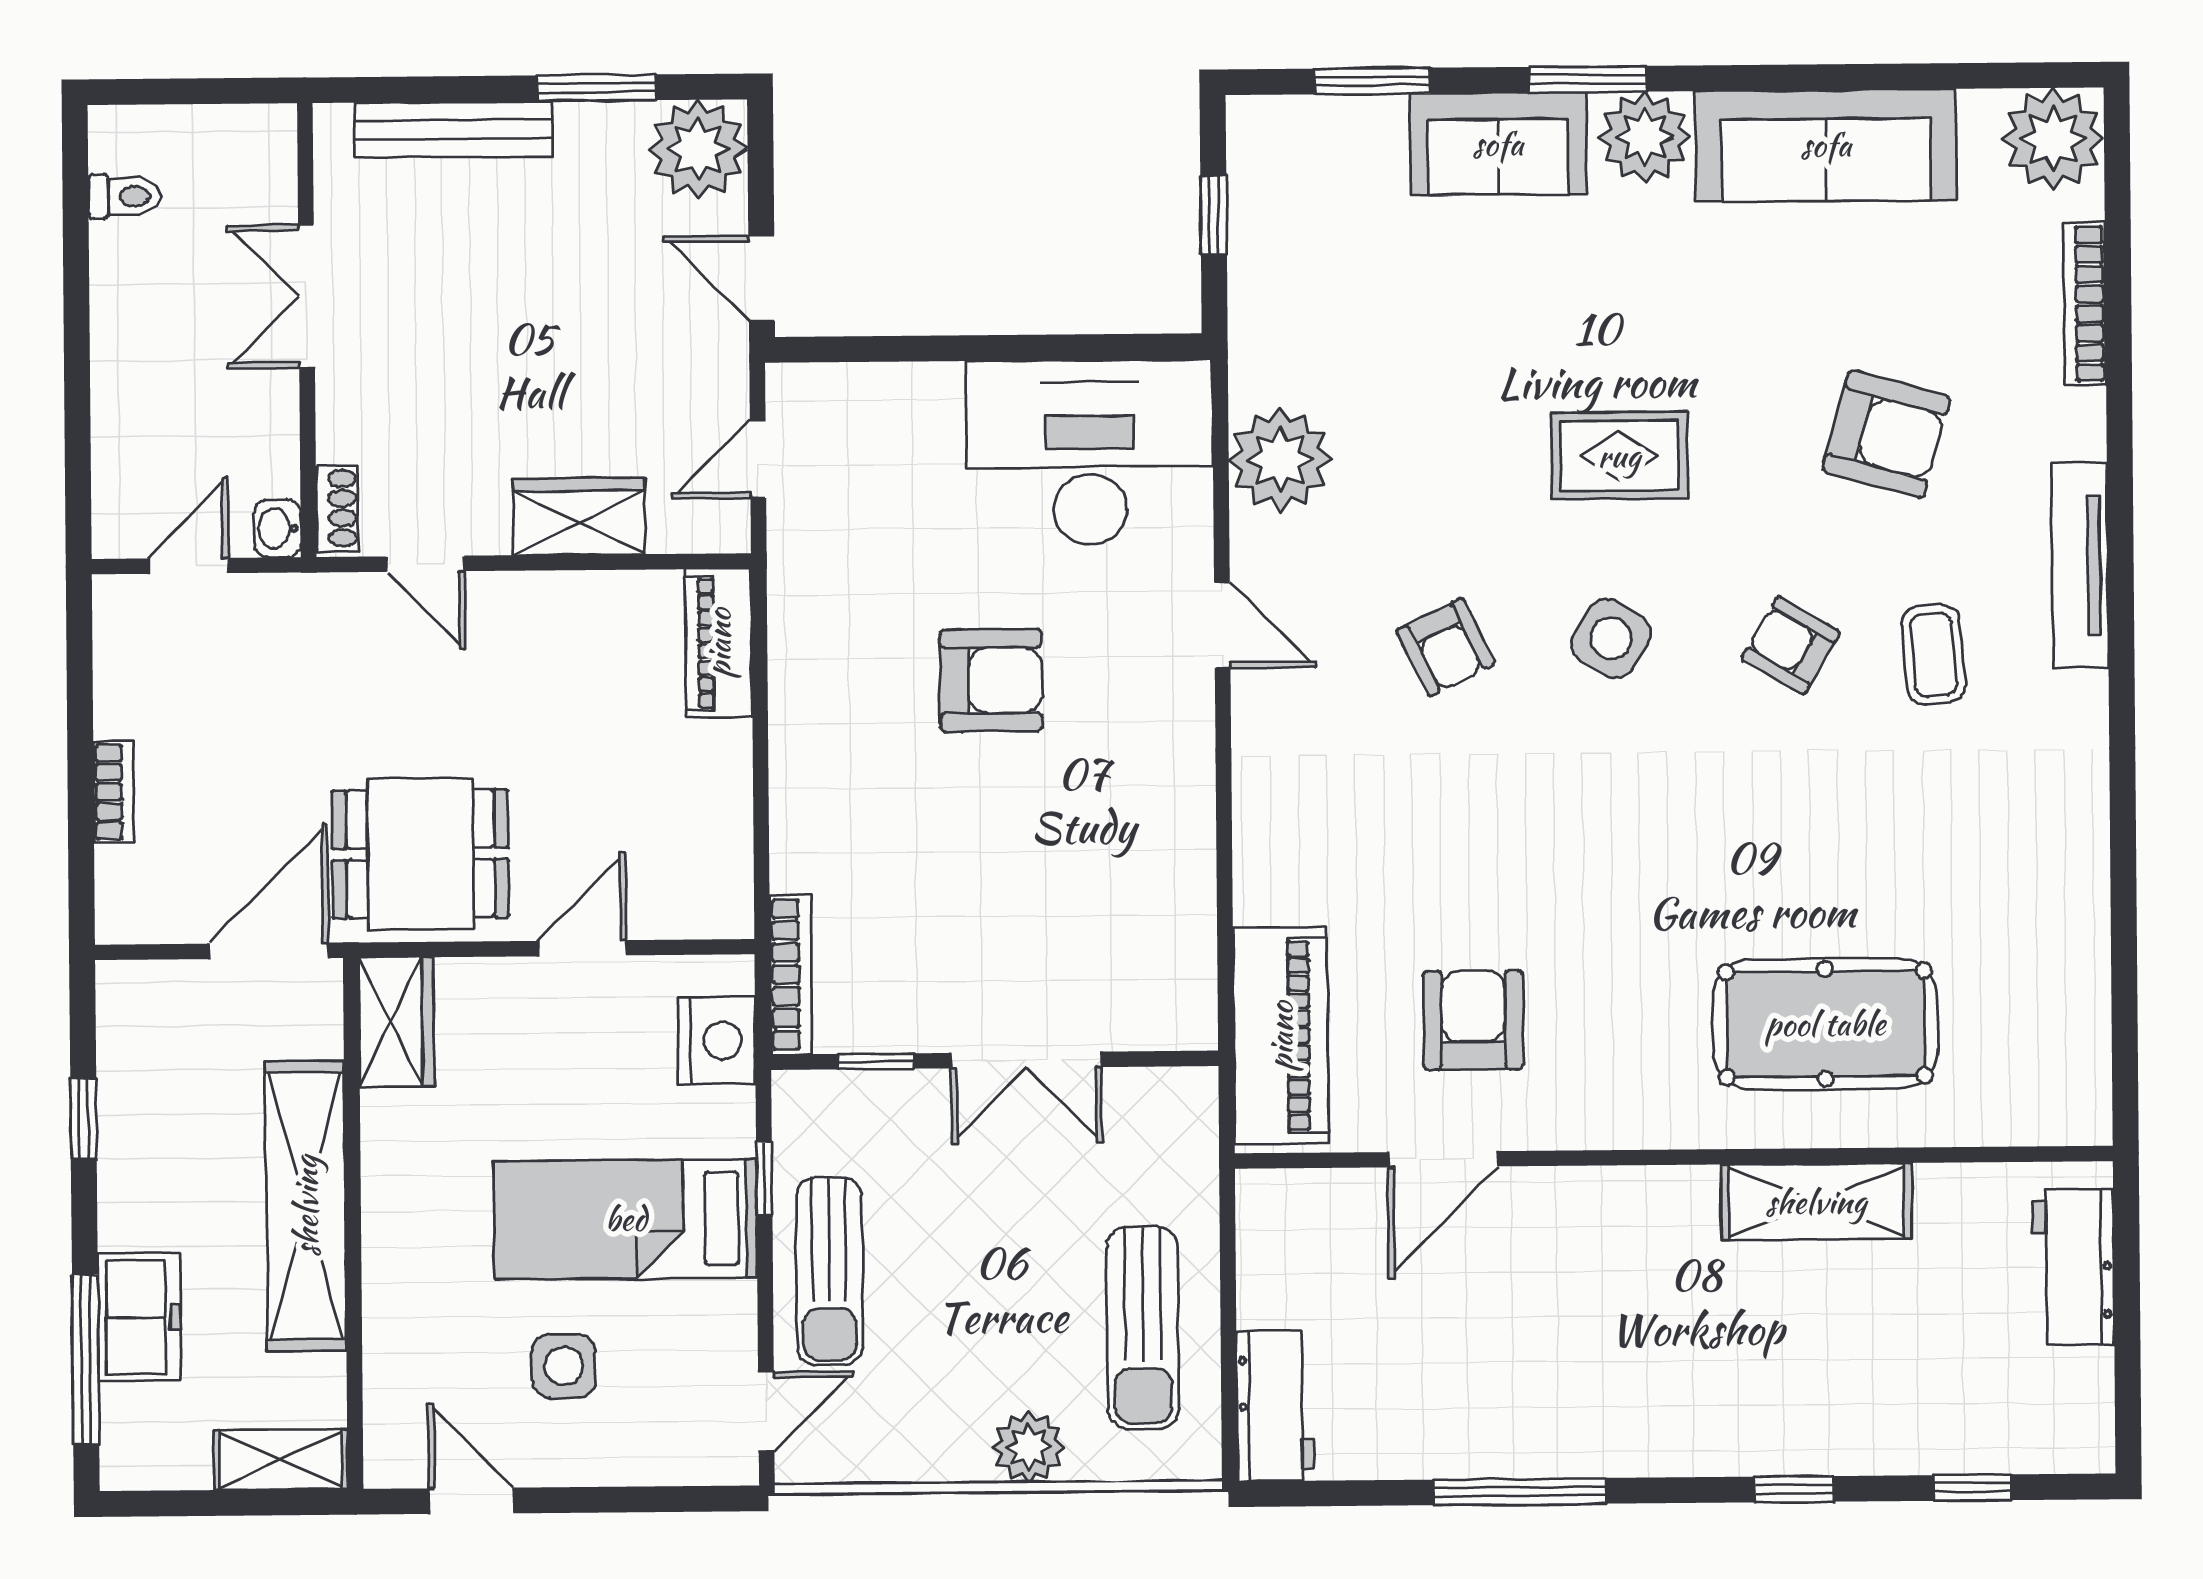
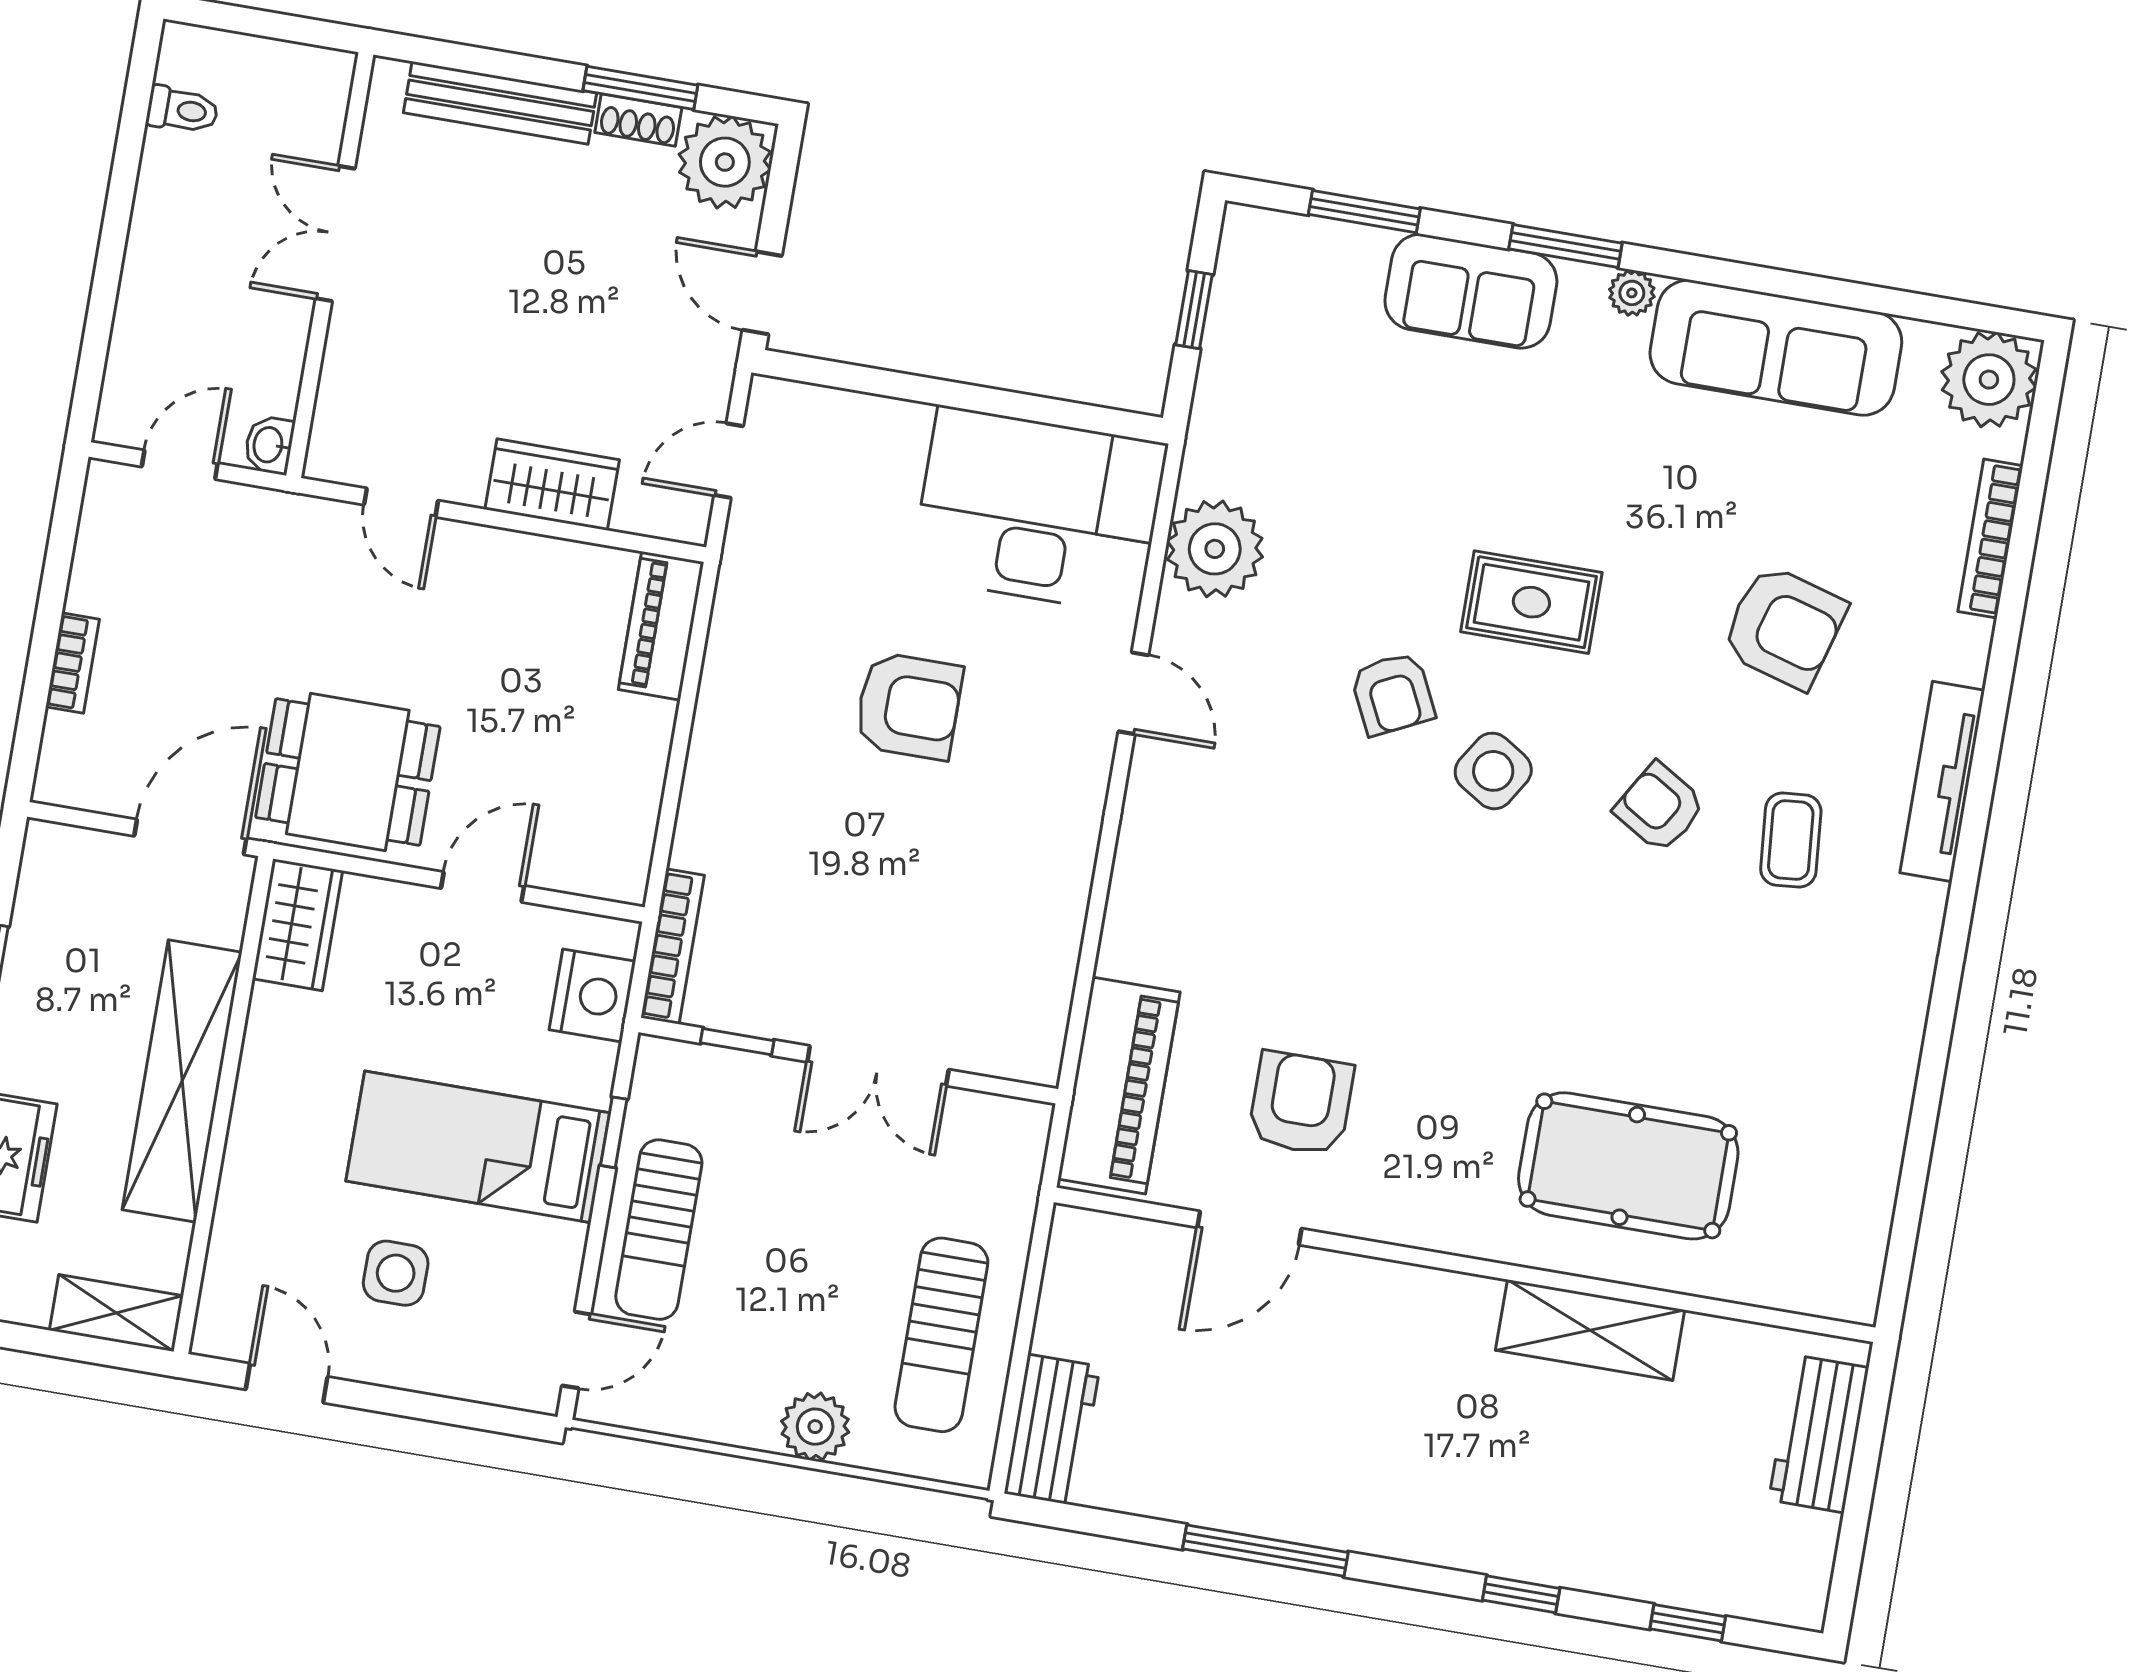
plant: (1645, 137) -> (1632, 293), width x0.53, depth x0.53
shoe rack: (337, 508) -> (638, 120), moved, turned 90
armchair: (1446, 647) -> (1393, 694), moved

